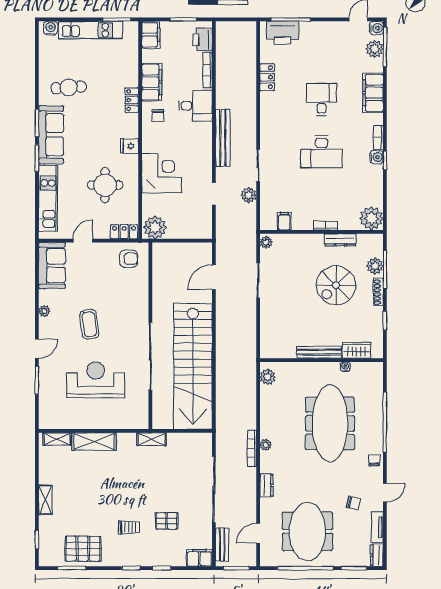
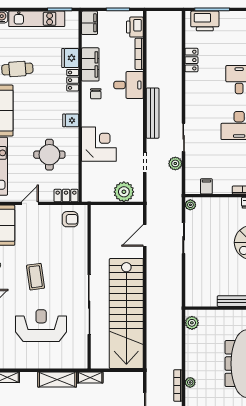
fridge: (129, 75) -> (70, 58), added
plant: (155, 227) -> (124, 192), moved
shelving: (94, 442) -> (57, 379), moved

